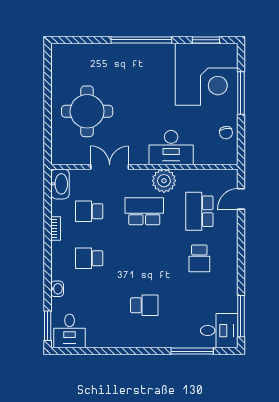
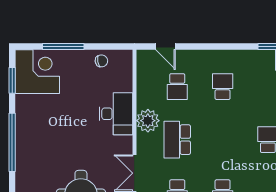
corner desk: (207, 74) -> (37, 72), width x0.74, depth x0.74
school desk: (199, 211) -> (177, 87), width x0.54
school desk: (199, 258) -> (223, 87), turned -90

